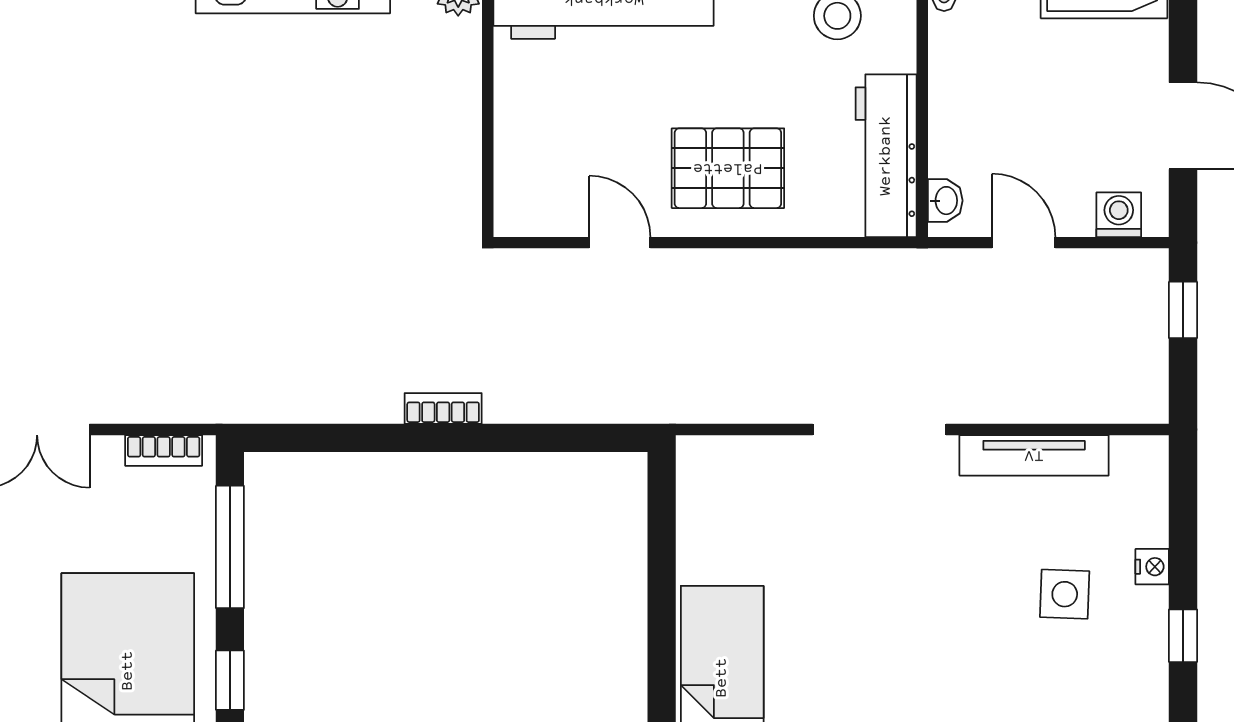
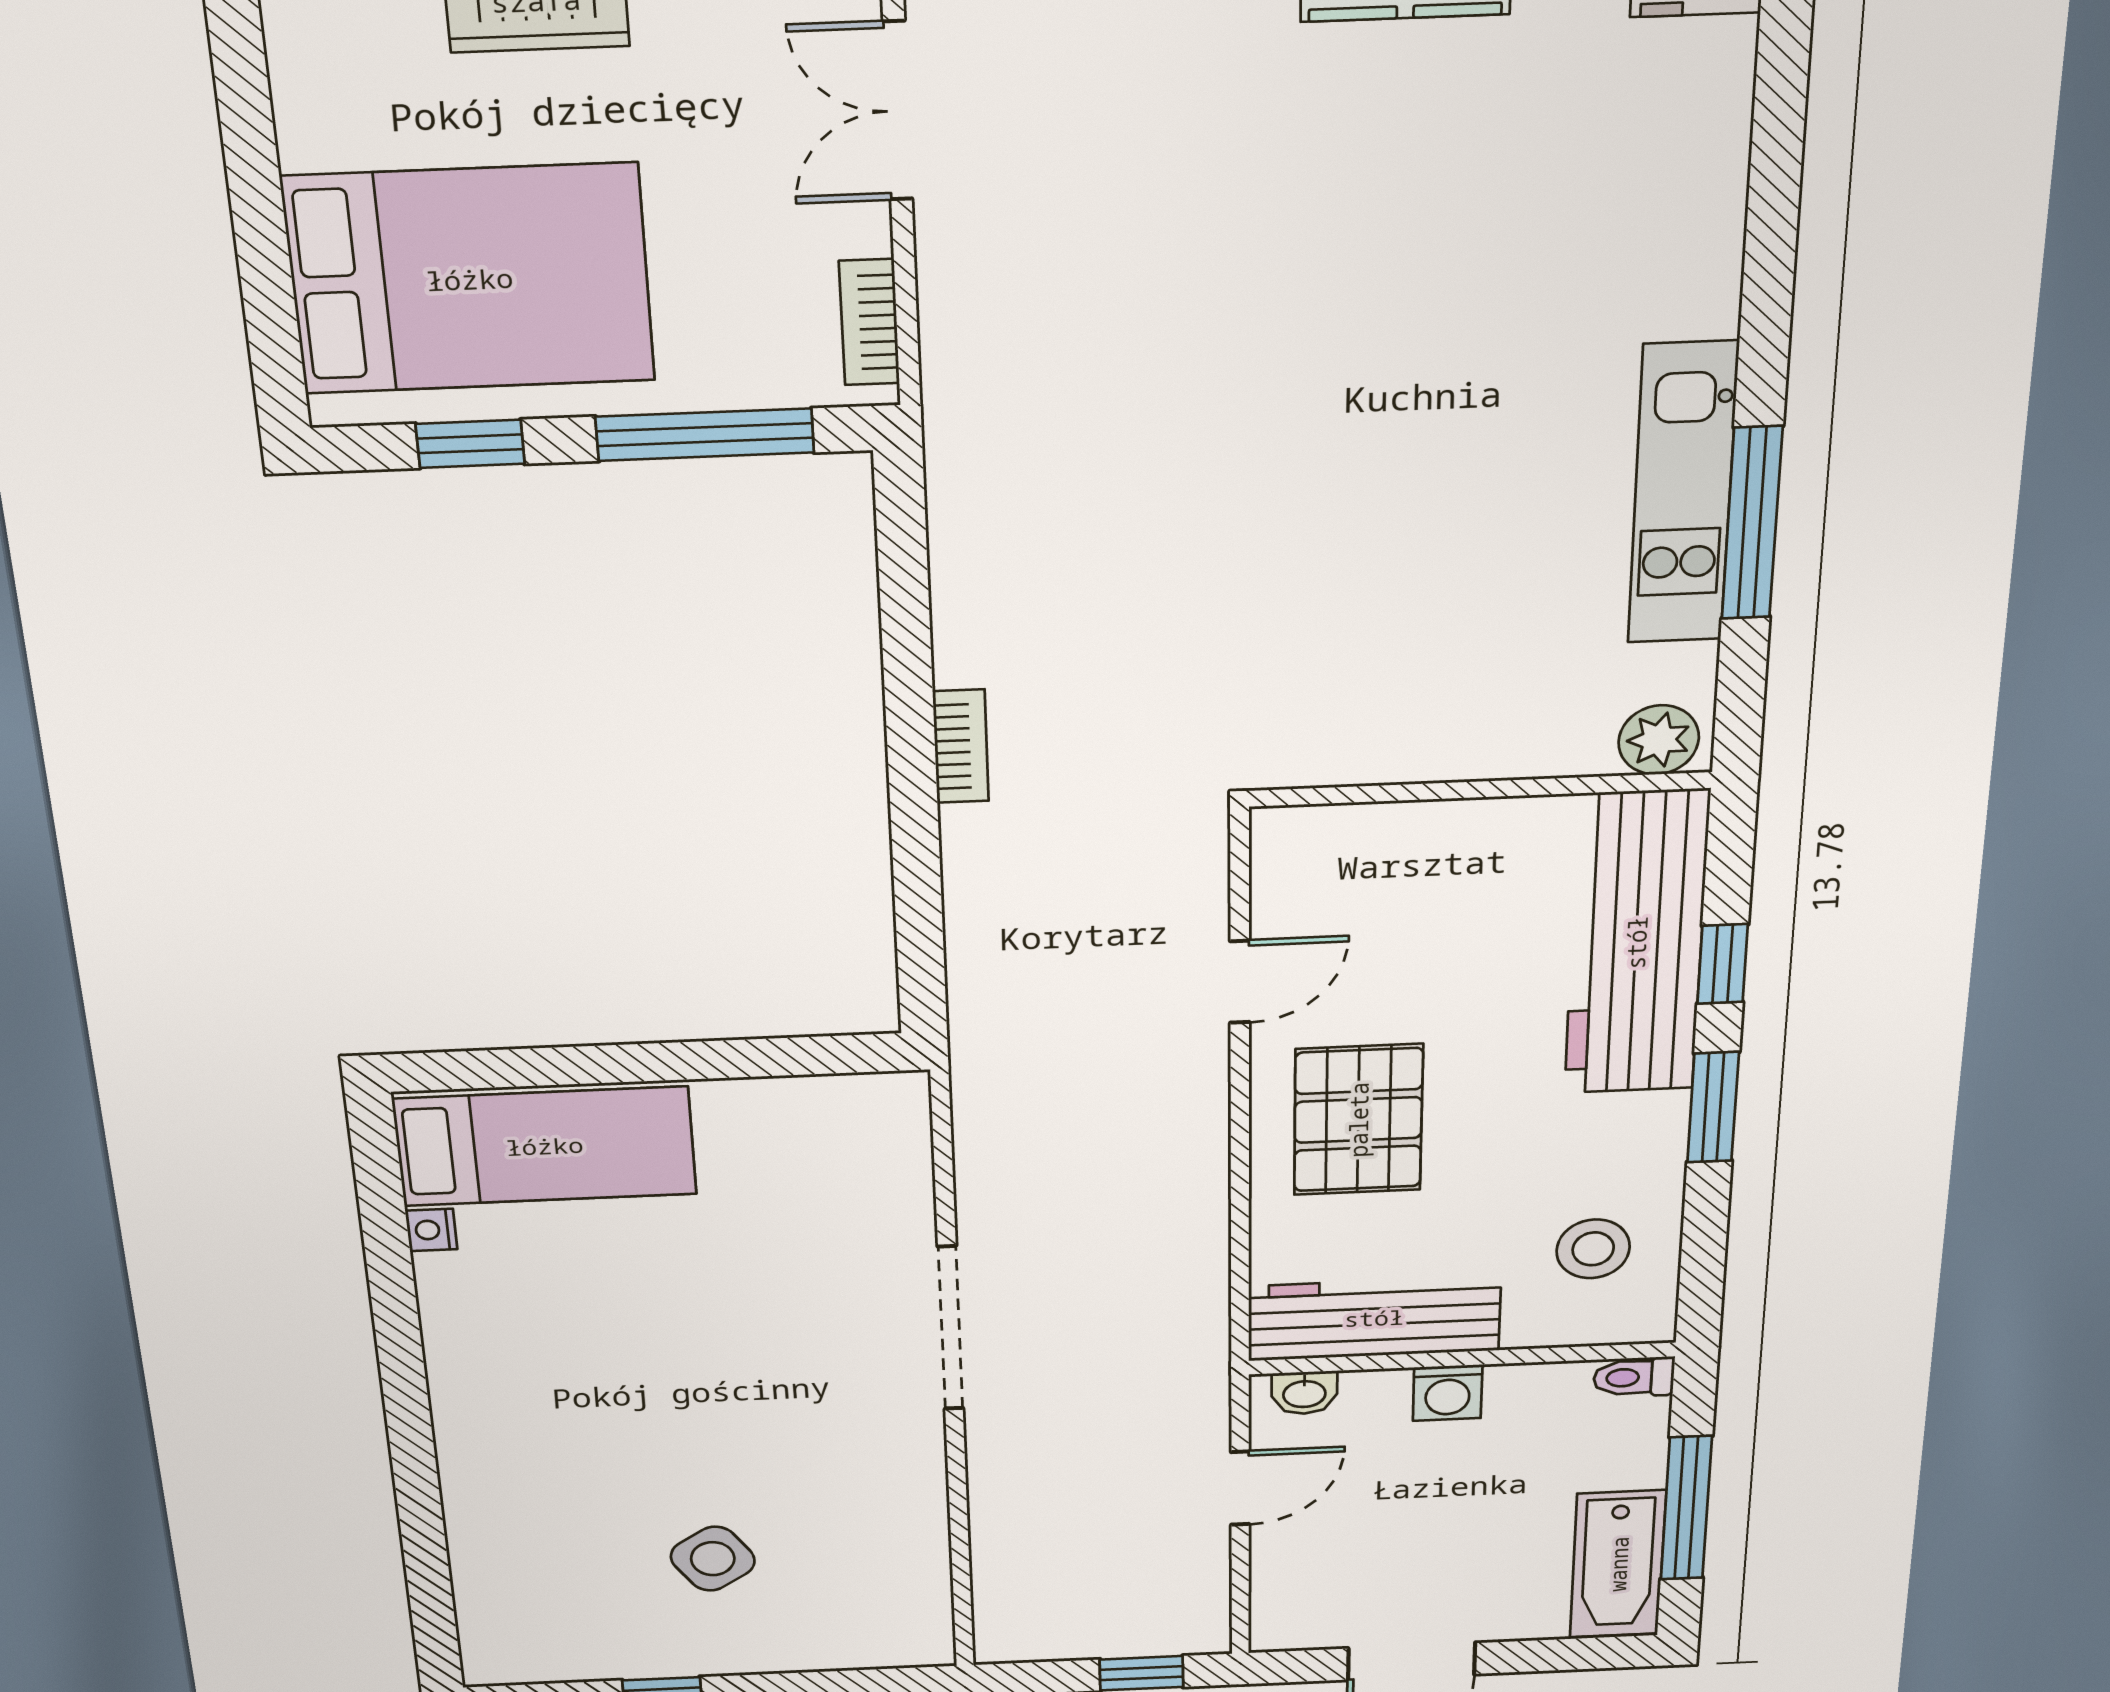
washing machine: (1119, 215) -> (1448, 1393), moved, turned 90
tv unit: (1034, 455) -> (920, 1514), removed
nightstand: (1152, 567) -> (761, 1656), removed
side table: (1065, 594) -> (713, 1559), turned -36

